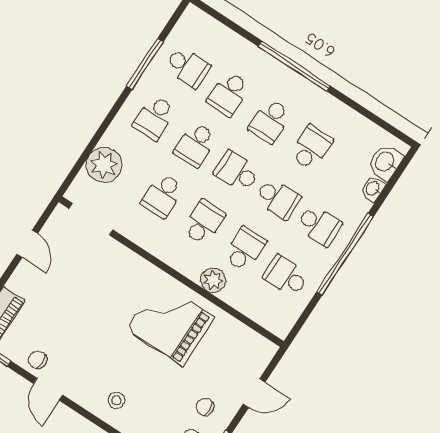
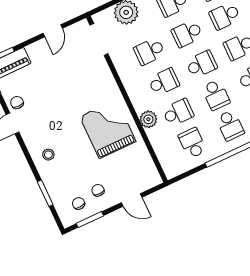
school desk: (237, 172) -> (201, 64), turned 90

